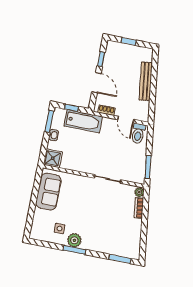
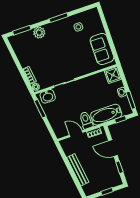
toilet: (138, 134) -> (86, 120), moved
washbasin: (133, 175) -> (48, 96), added
plant: (74, 240) -> (39, 33), moved

